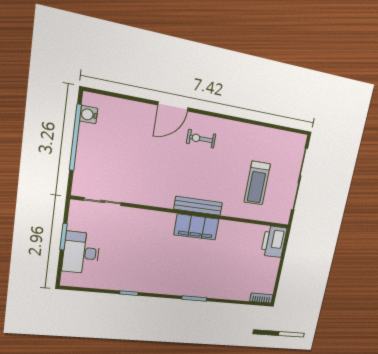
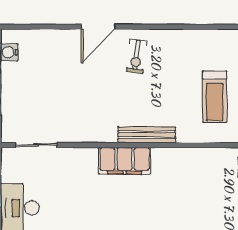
exercise bike: (201, 139) -> (136, 56), turned -83
filing cabinet: (196, 227) -> (125, 161), moved

